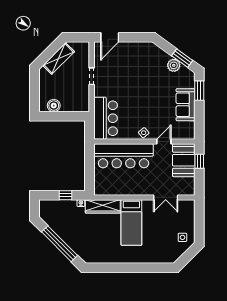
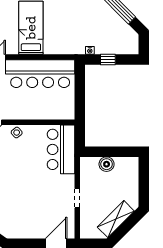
boiler: (54, 106) -> (107, 164), moved
bar counter: (124, 156) -> (40, 74), moved, turned 180
wardrobe: (103, 206) -> (64, 47), removed

